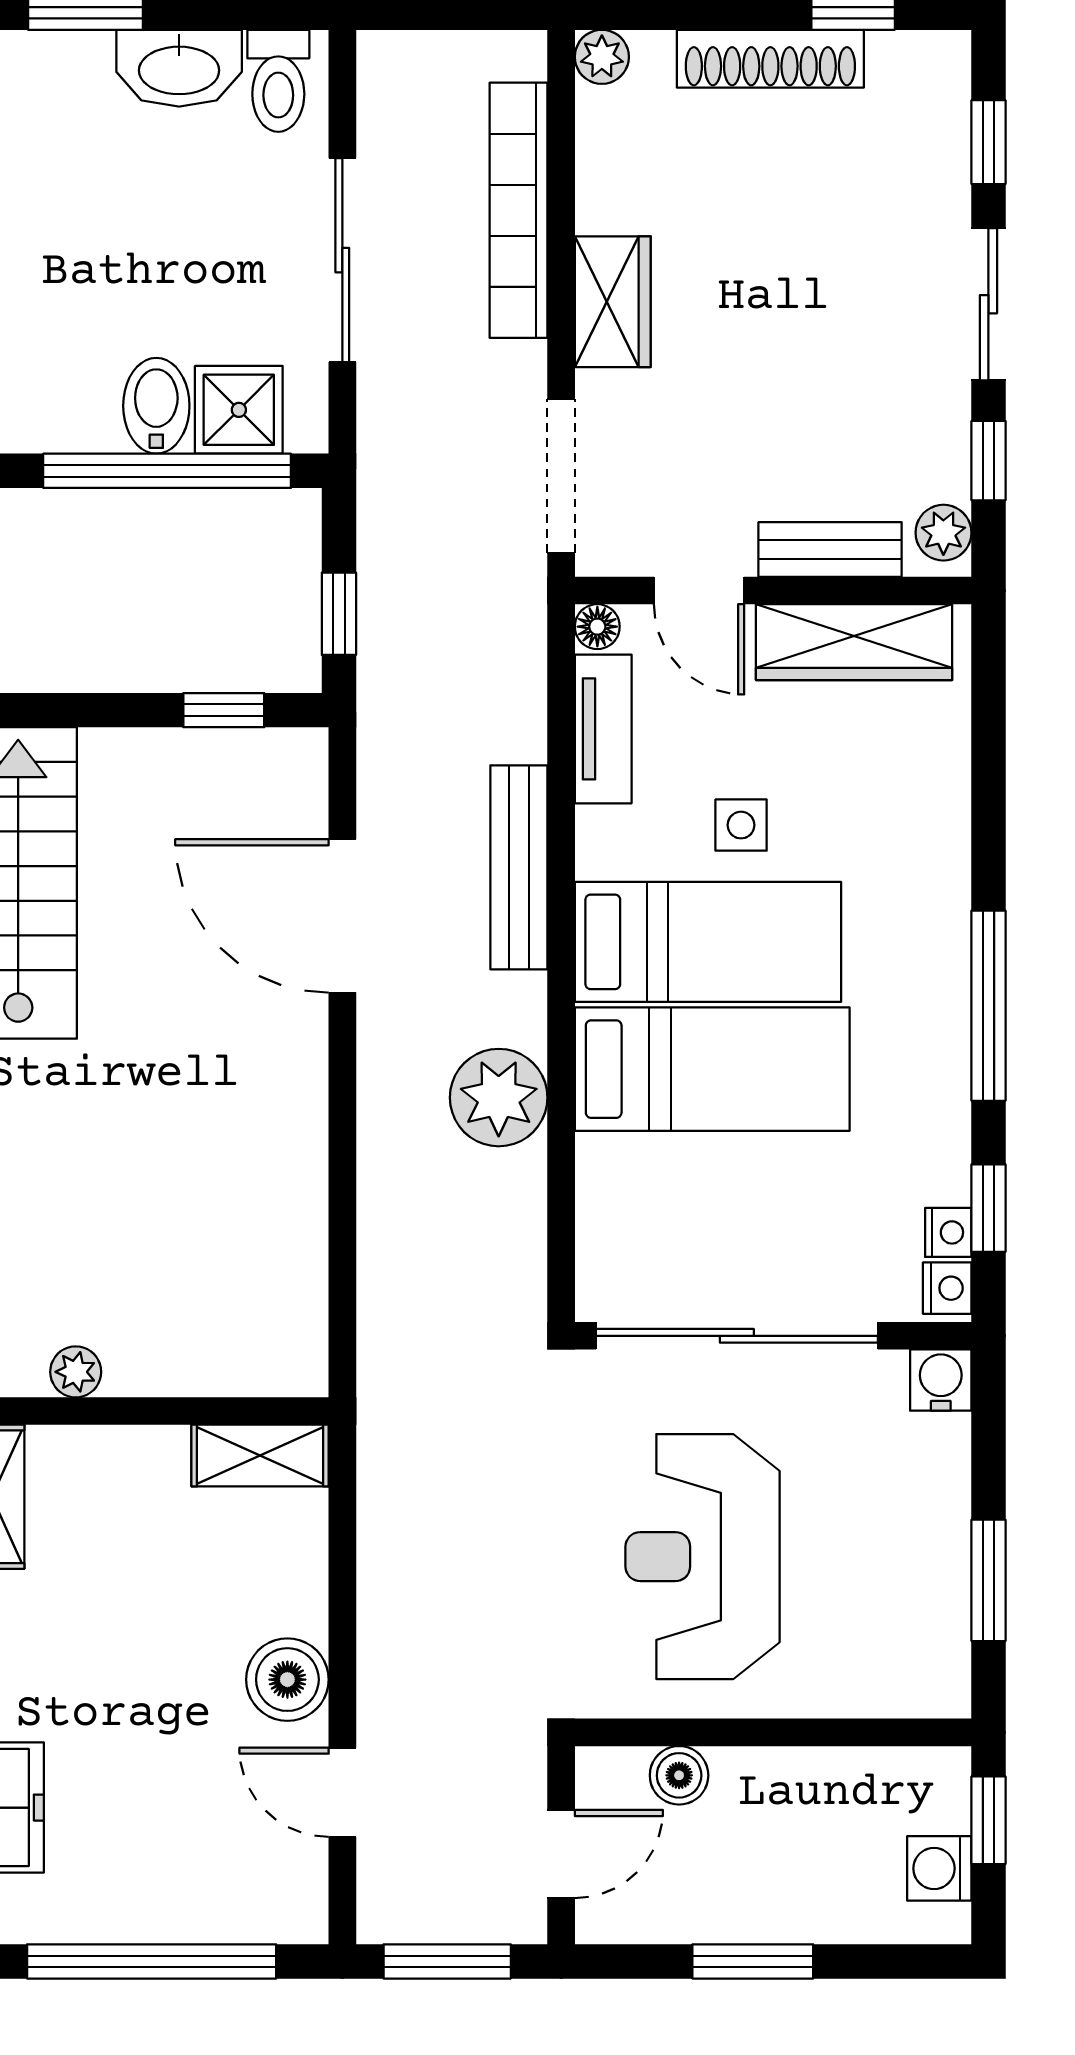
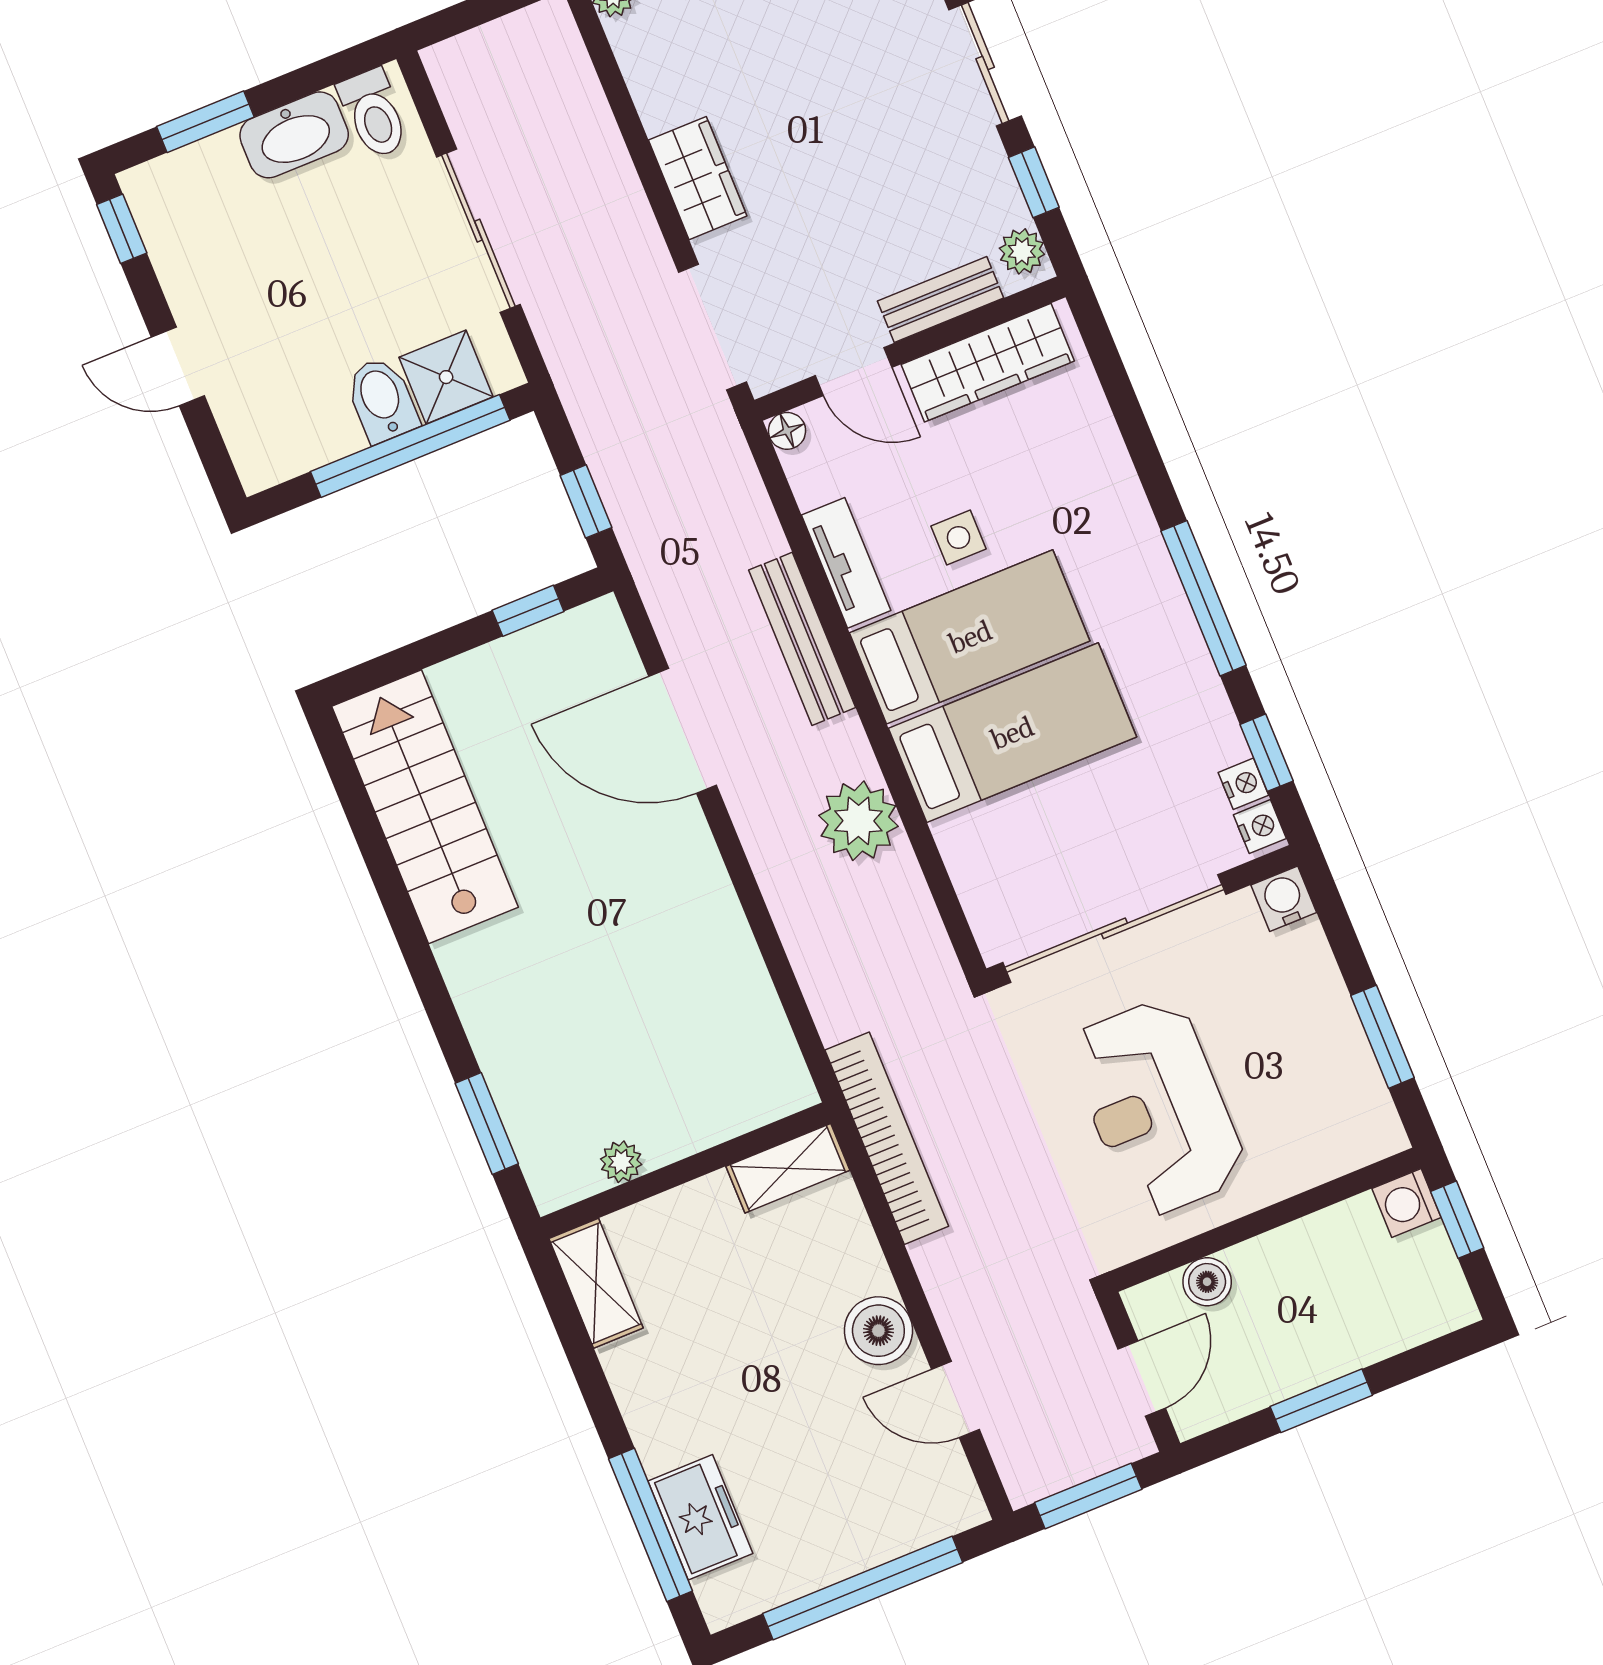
bookcase: (518, 210) -> (887, 1138), moved, turned 180
tv unit: (603, 729) -> (846, 563), moved
washing machine: (939, 1868) -> (1406, 1203), moved

